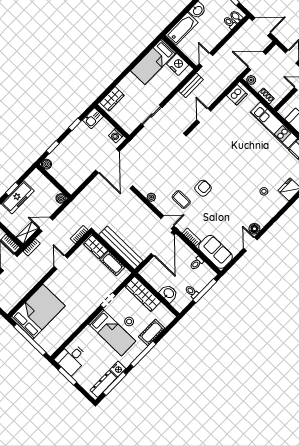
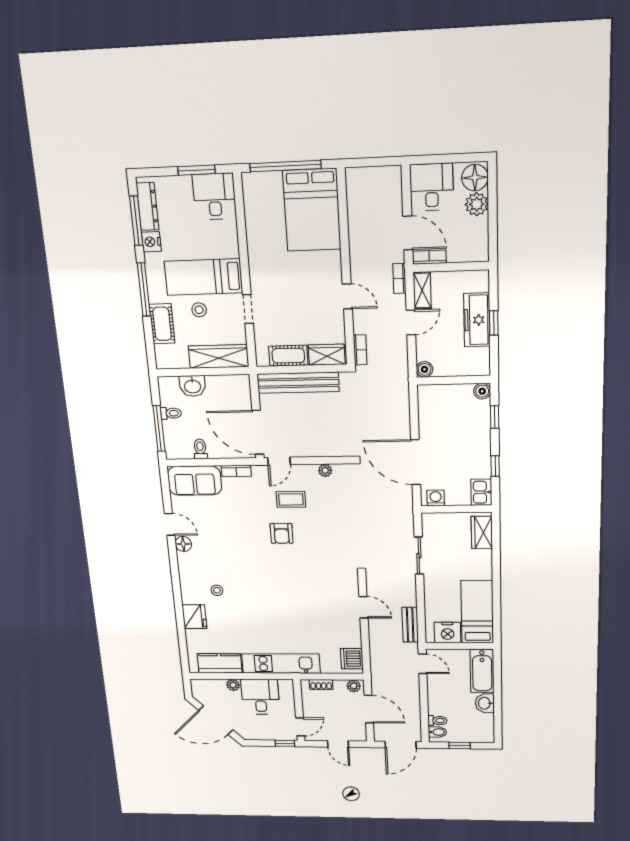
door: (257, 61) -> (369, 709), hinge flipped

